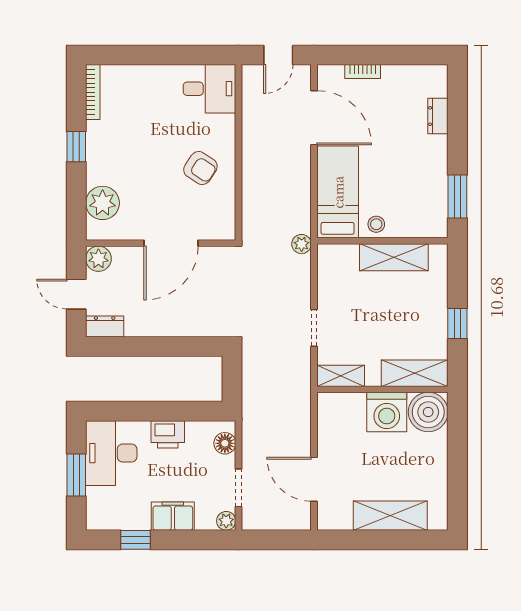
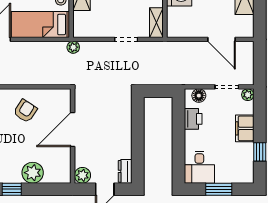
plant: (103, 203) -> (33, 173), moved
door: (171, 243) -> (73, 130), swing flipped
printer: (168, 434) -> (193, 119), moved
desk: (111, 453) -> (199, 167), width x0.73
door: (314, 479) -> (222, 39), hinge flipped

